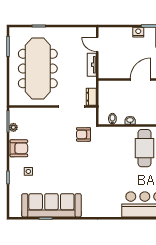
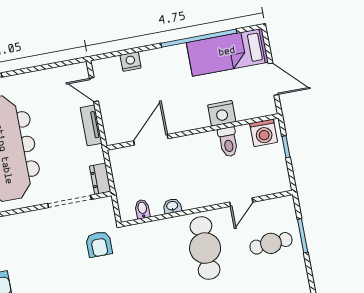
nightstand: (138, 32) -> (131, 61), moved
door: (141, 80) -> (151, 140), moved
armchair: (84, 134) -> (99, 244), turned -90

